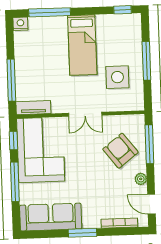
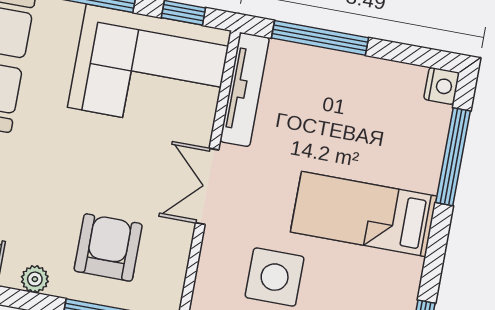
tv unit: (33, 108) -> (245, 90), width x1.41
armchair: (120, 151) -> (108, 247), turned -52

